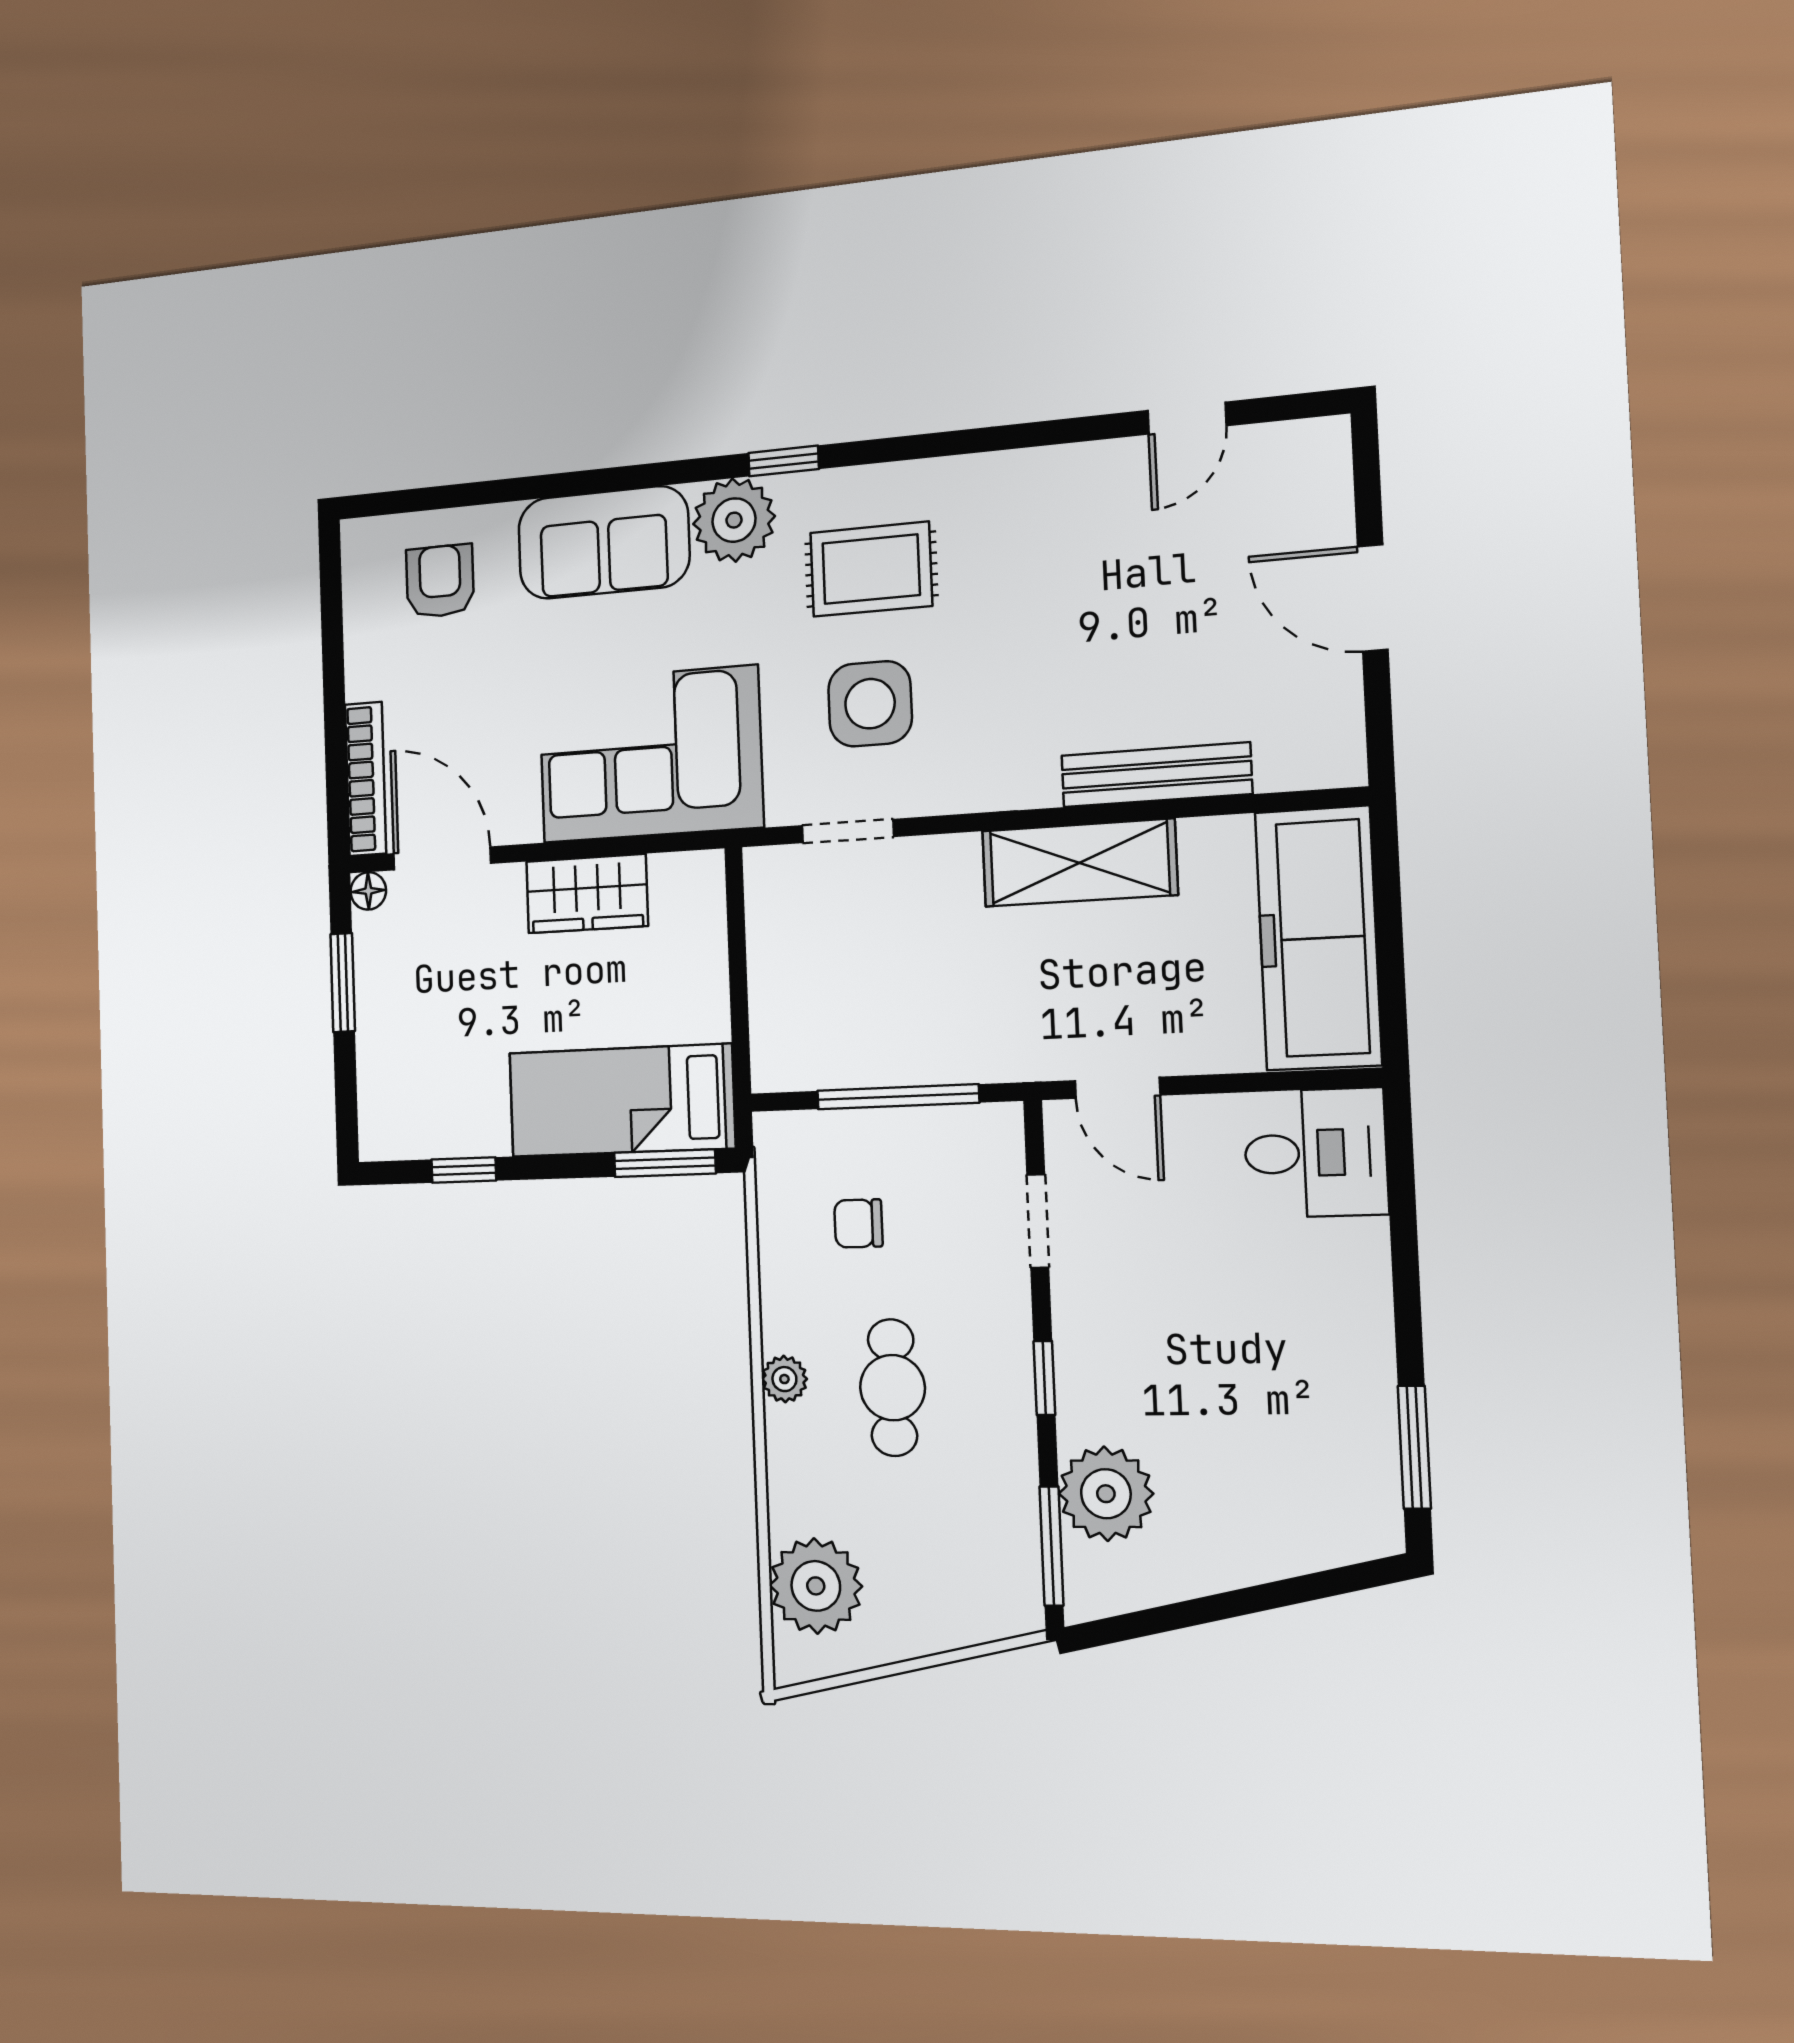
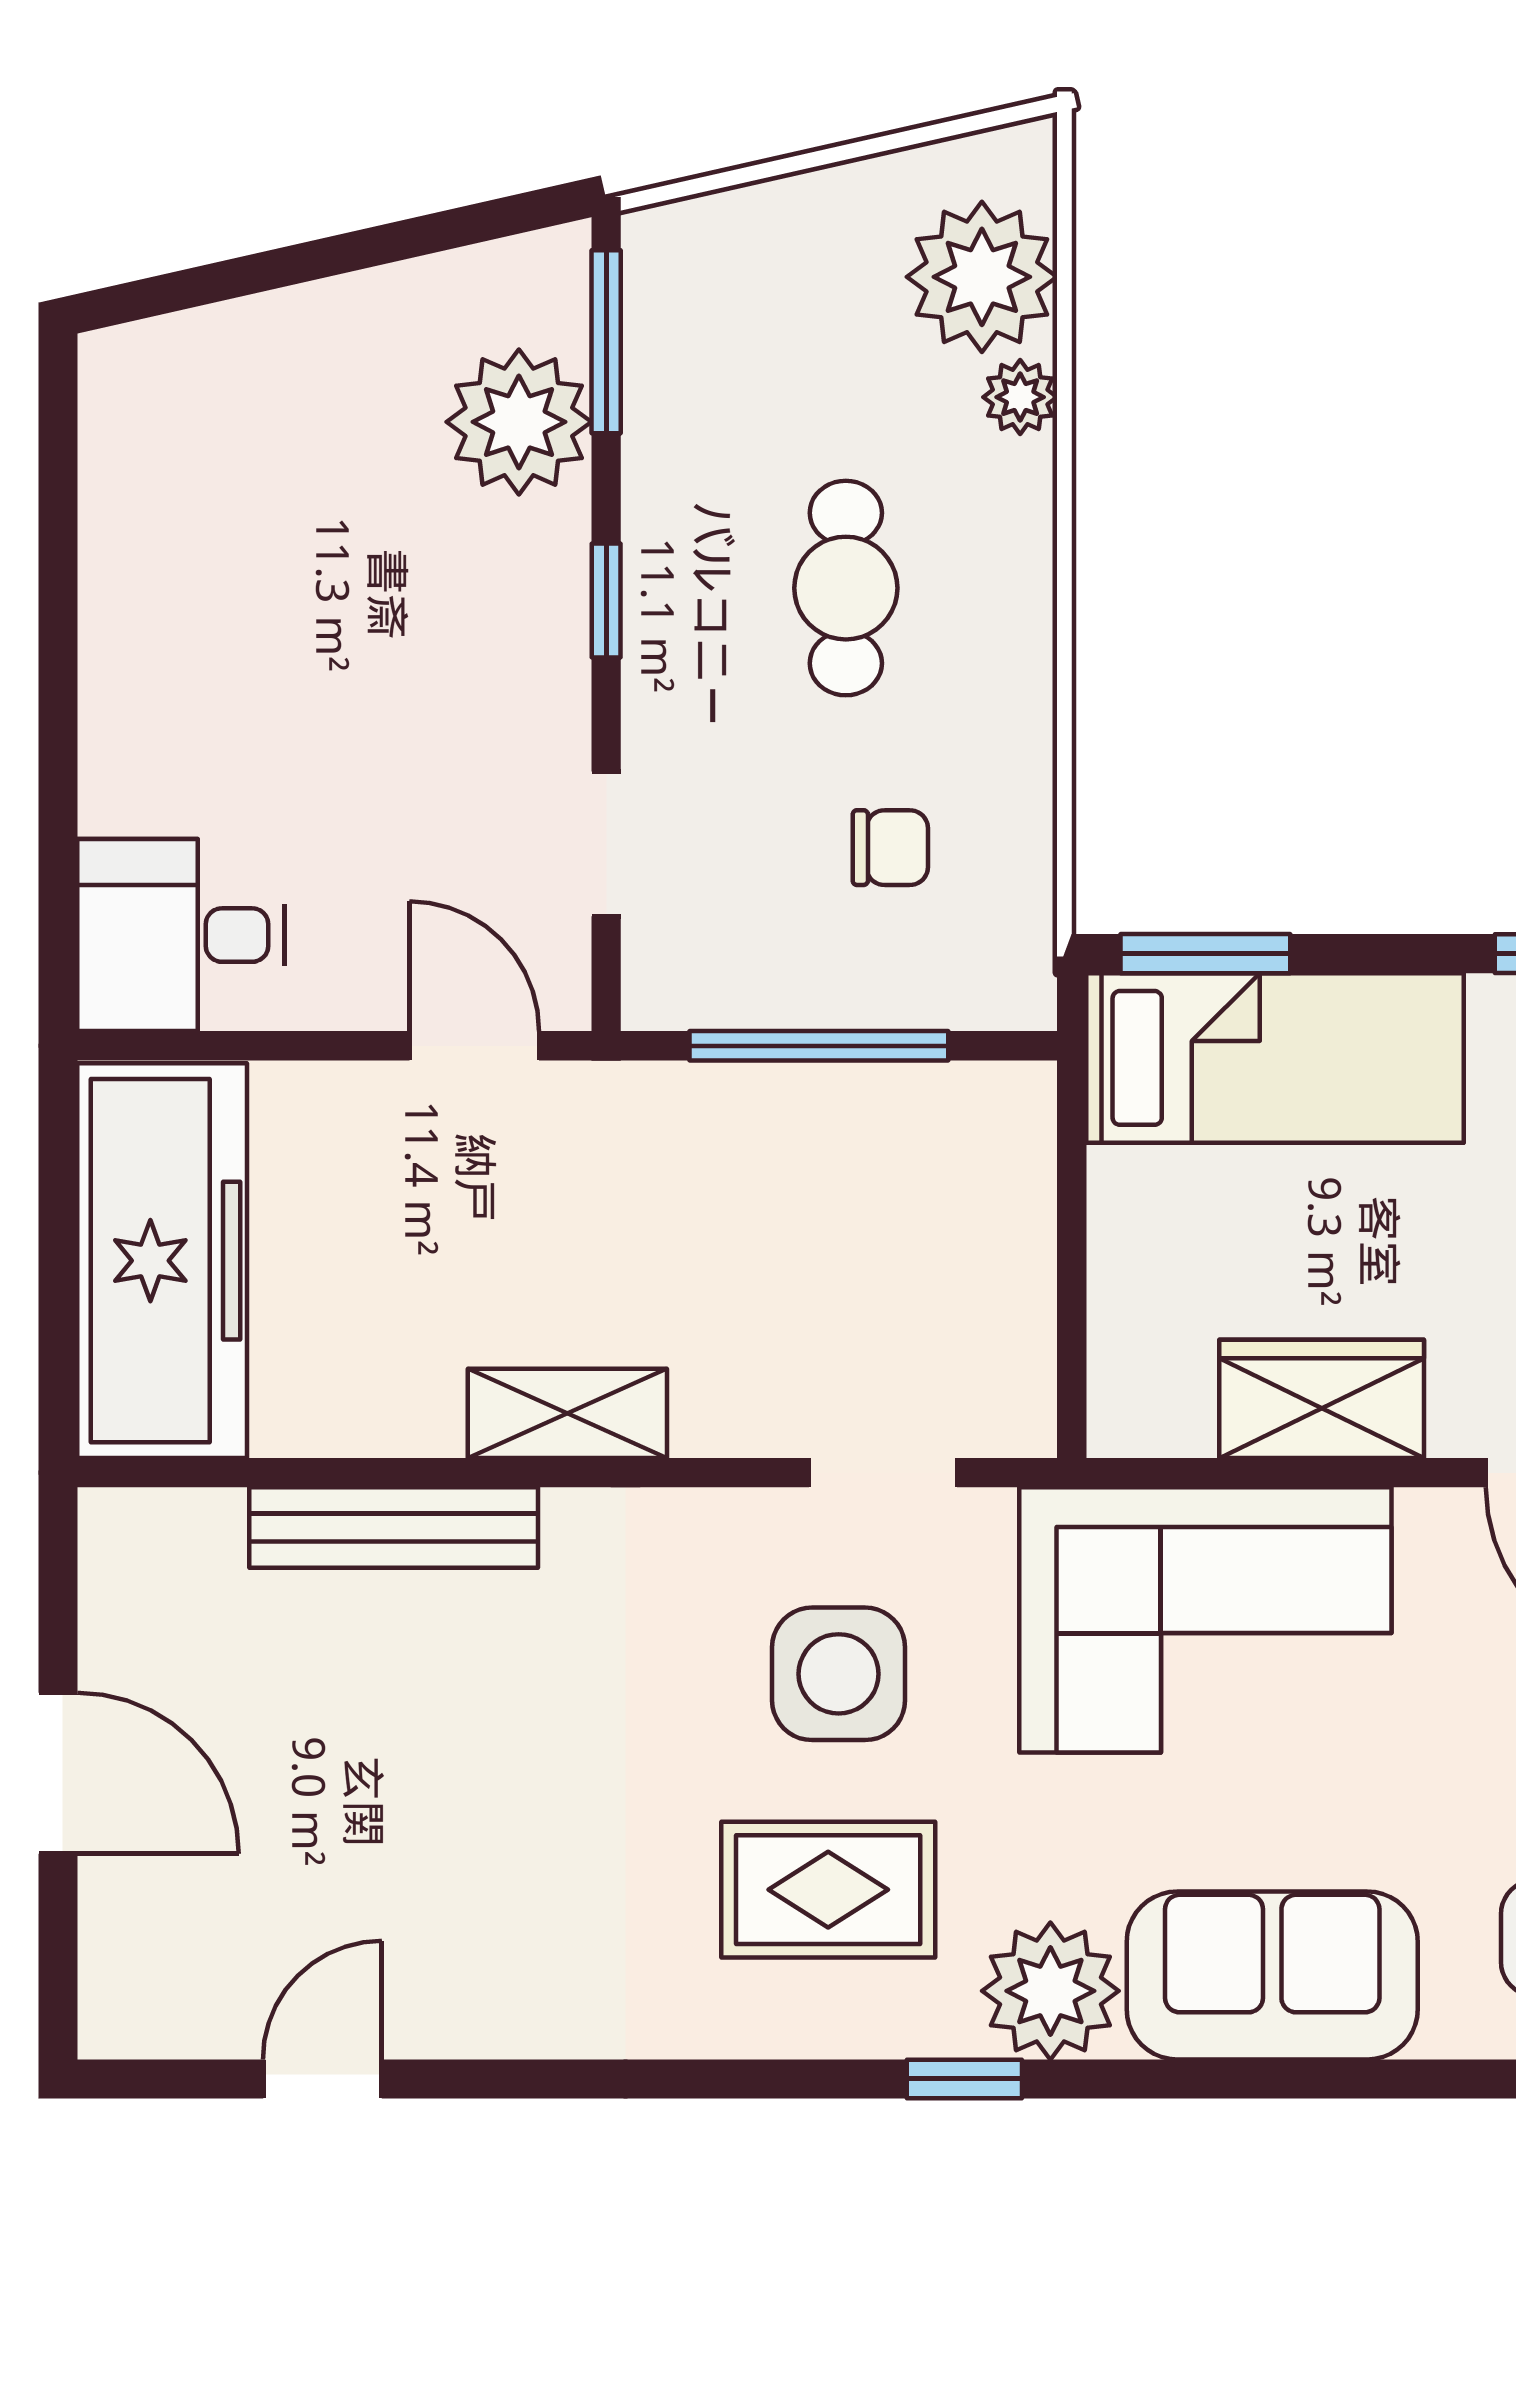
shelving: (1079, 863) -> (567, 1413), width x0.67, depth x0.75
plant: (784, 1379) -> (1020, 397), moved
window: (1414, 1447) -> (58, 491), removed

